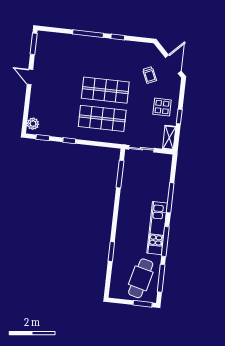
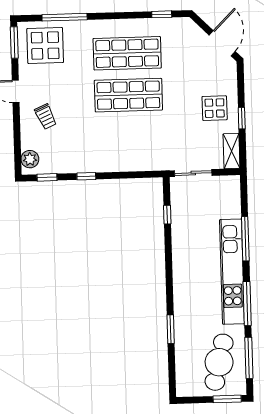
window: (88, 34) -> (65, 17), moved
window: (118, 37) -> (162, 14), moved
display table: (54, 49) -> (45, 46), added
trolley: (150, 75) -> (46, 117), moved
shop shelf: (102, 118) -> (127, 53), moved
window: (120, 174) -> (167, 215), width x0.46
kitchen unit: (157, 228) -> (232, 272), width x1.36

